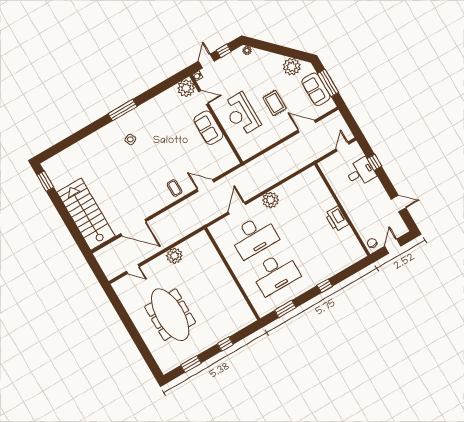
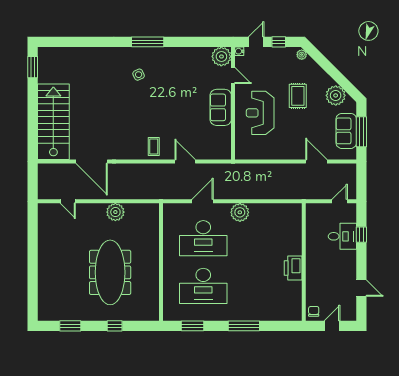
rug: (274, 103) -> (298, 96), moved
window: (325, 286) -> (244, 326), width x2.17
meeting table: (170, 315) -> (110, 272), moved

